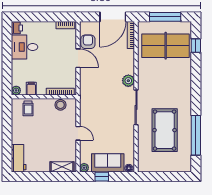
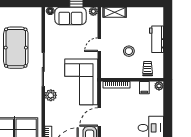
door: (78, 58) -> (99, 117), hinge flipped
corner sofa: (97, 95) -> (81, 82), added
stool: (60, 105) -> (129, 51), moved
door: (78, 133) -> (99, 45), hinge flipped
workbench: (19, 158) -> (157, 39), moved

